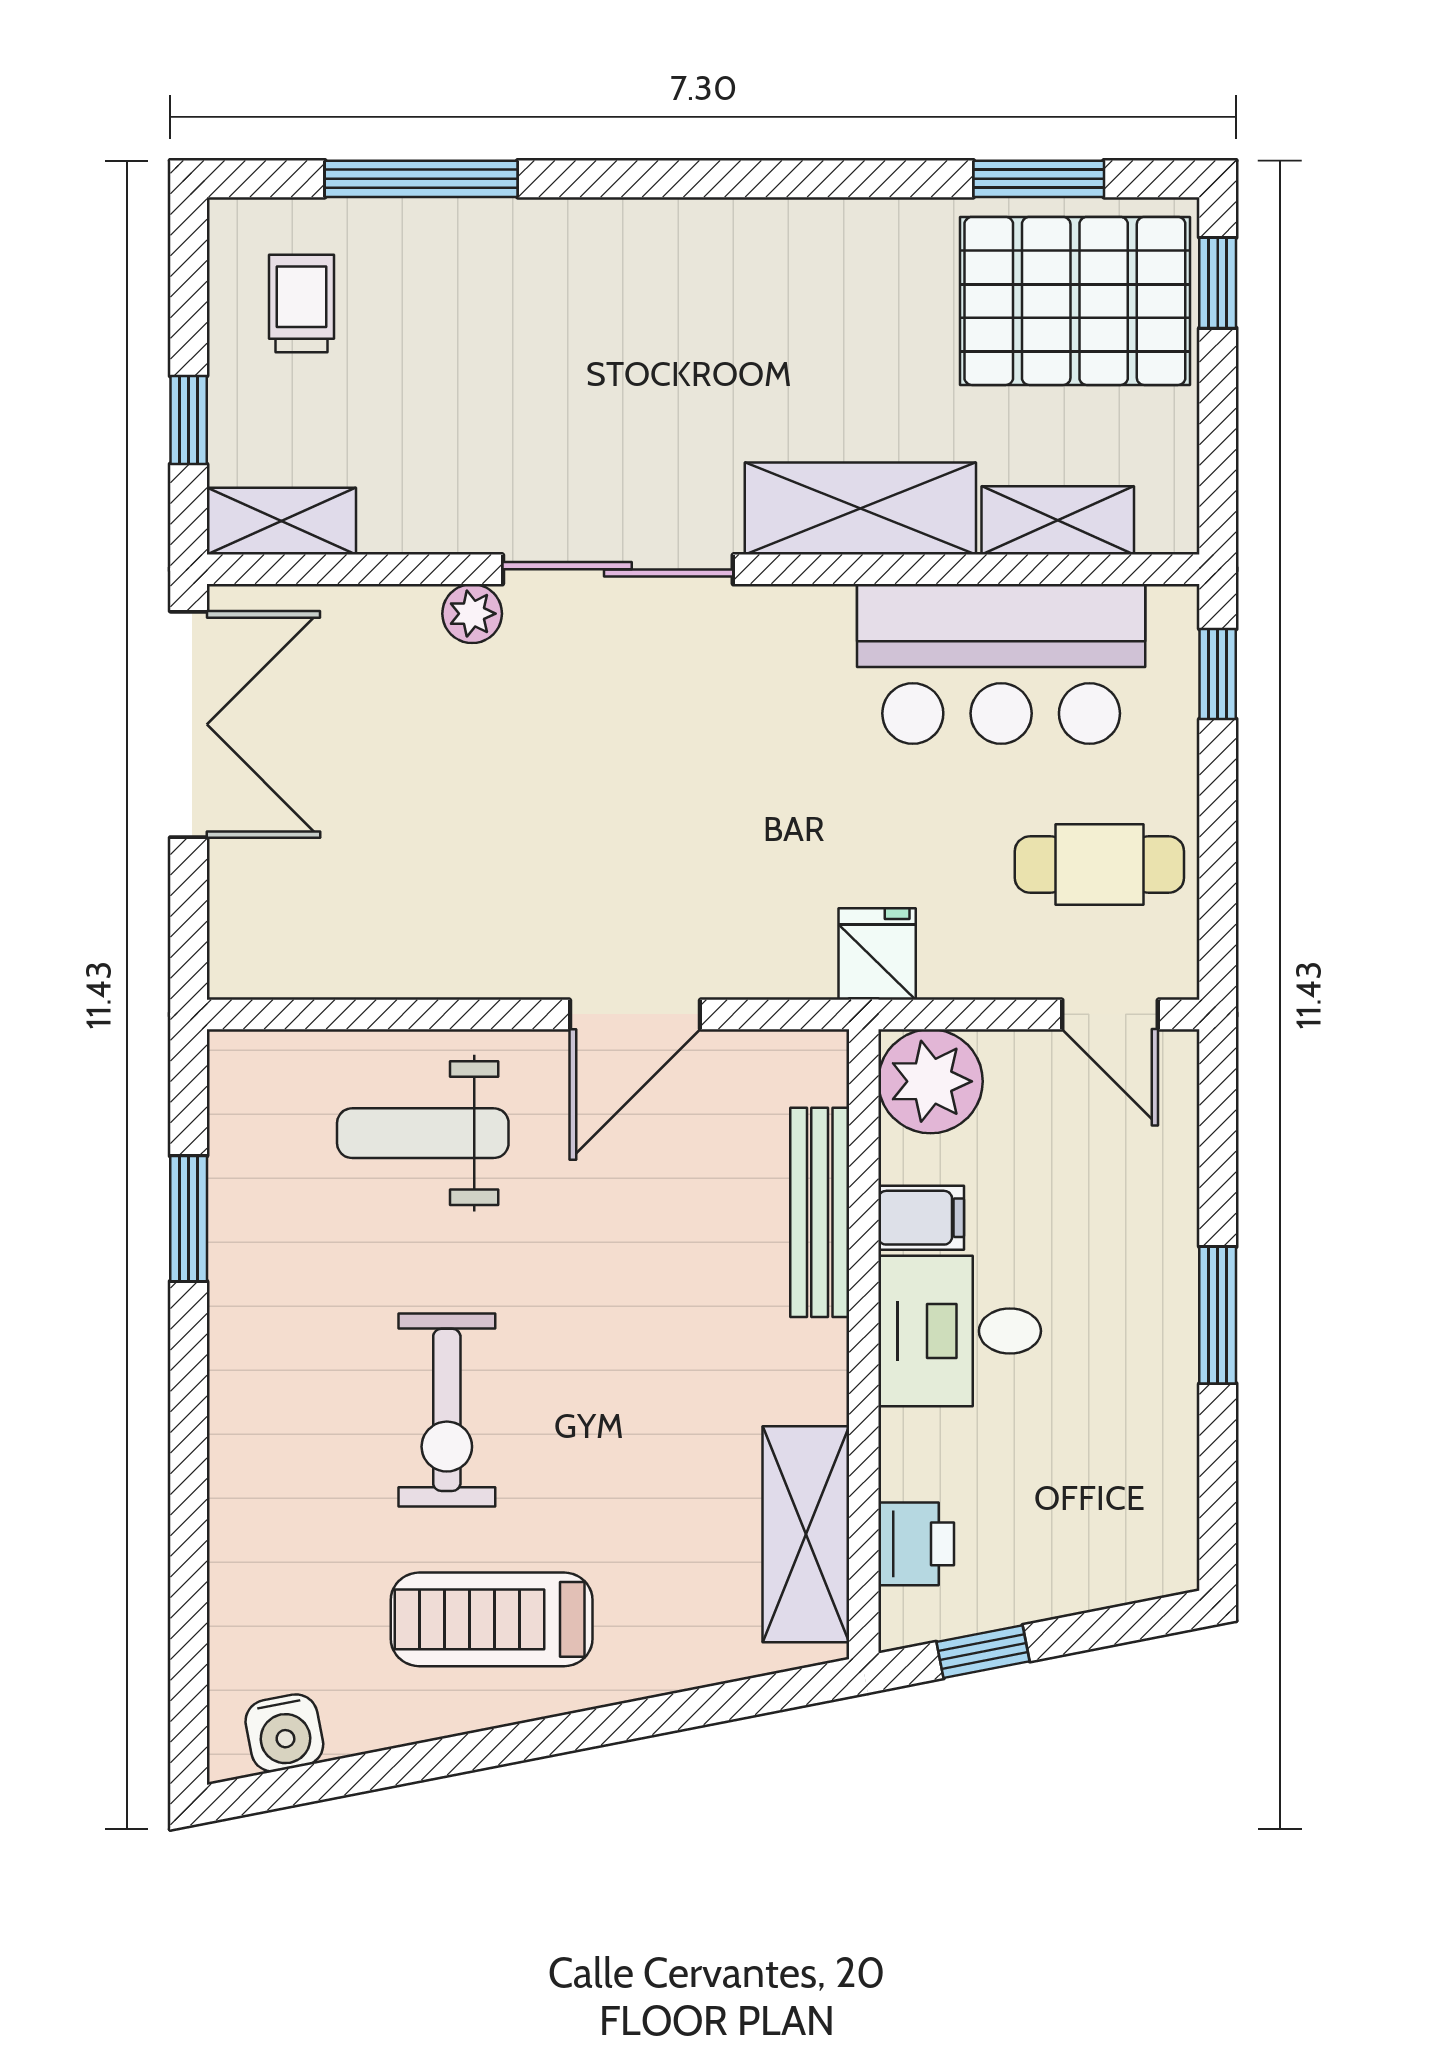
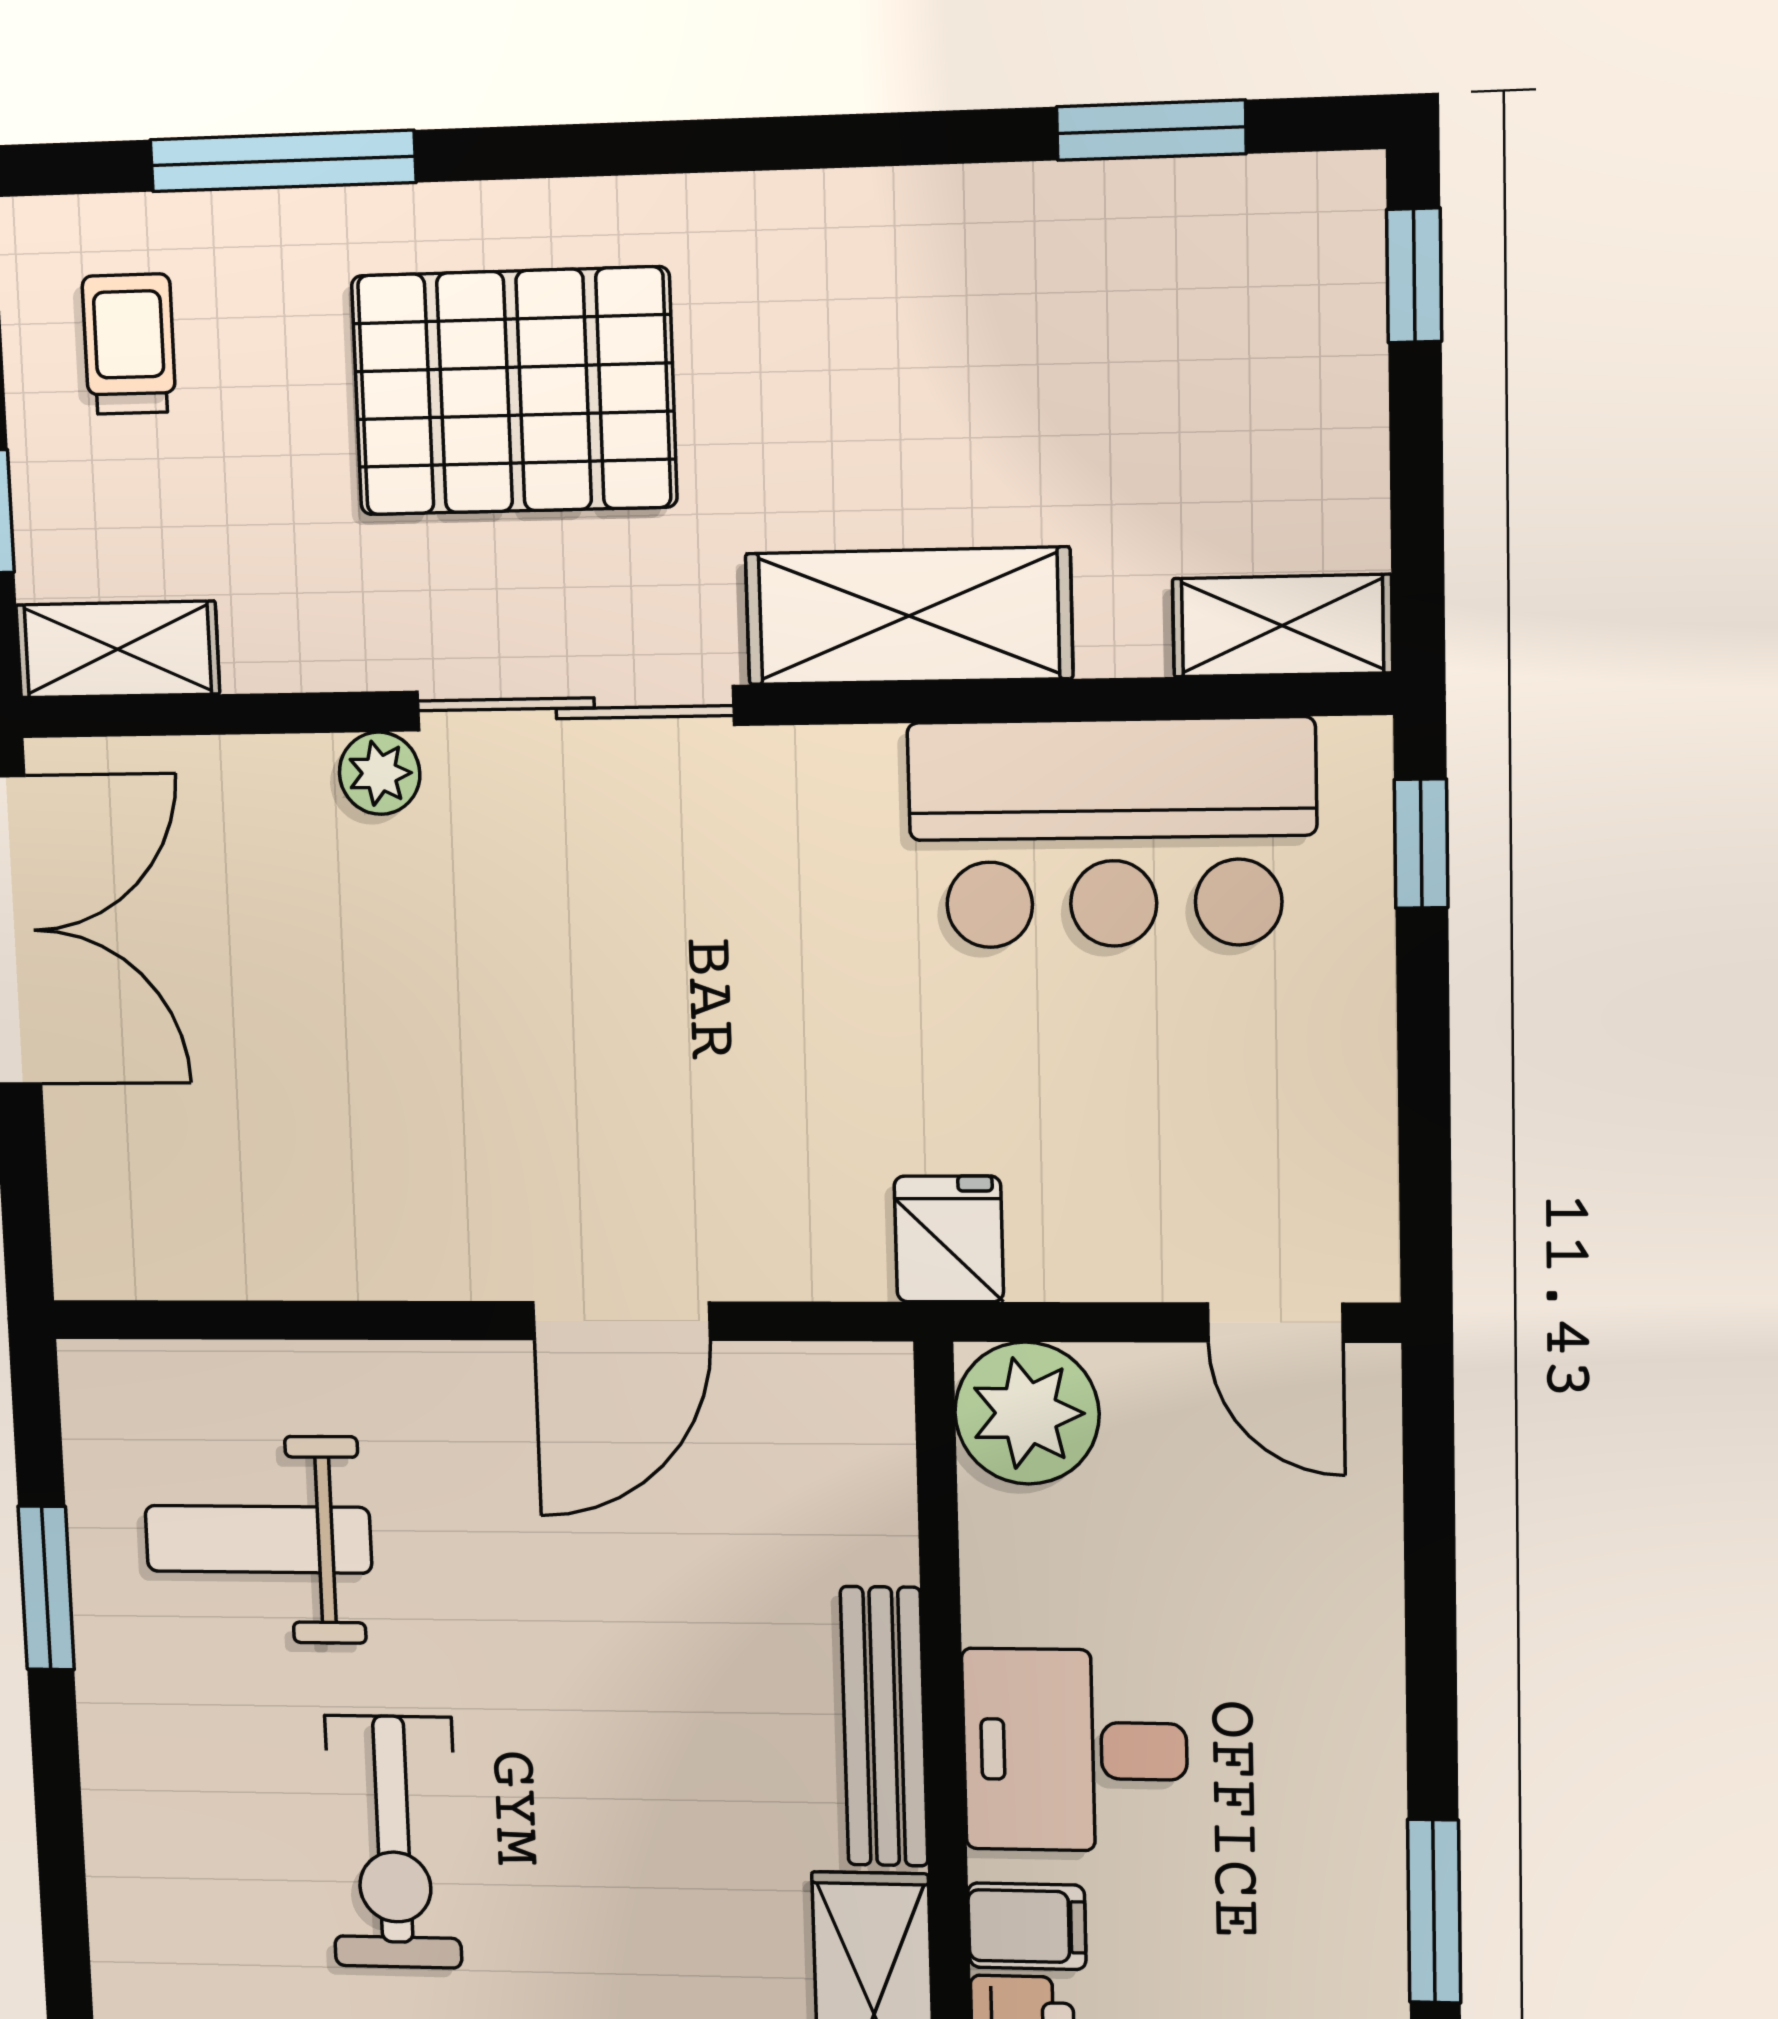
pallet: (1075, 301) -> (514, 391), moved
shelving: (1058, 520) -> (1282, 626), moved
cafe table: (1099, 865) -> (1257, 1114), removed
weight bench: (423, 1133) -> (258, 1539), moved
bench: (820, 1212) -> (884, 1727), moved
filing cabinet: (921, 1218) -> (1027, 1926), moved
window: (1218, 1315) -> (1434, 1911), moved

